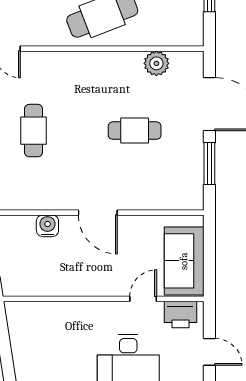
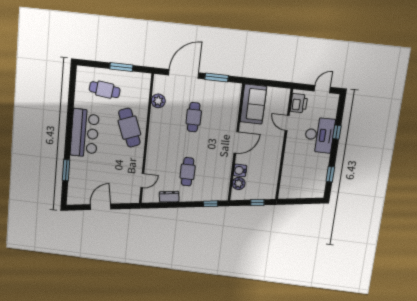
cafe table: (34, 131) -> (188, 172), turned 90
plant: (23, 226) -> (239, 183), added
sofa: (184, 261) -> (253, 104), moved, turned -90

